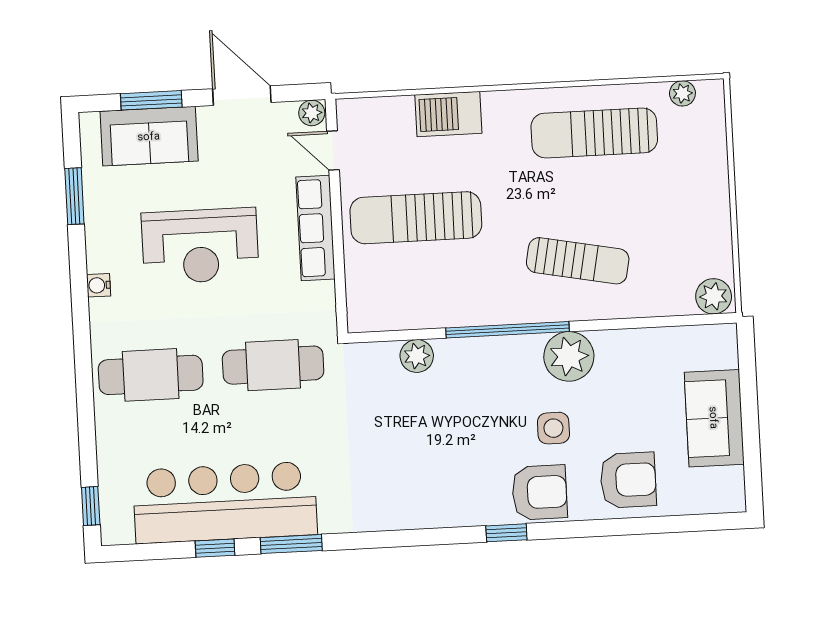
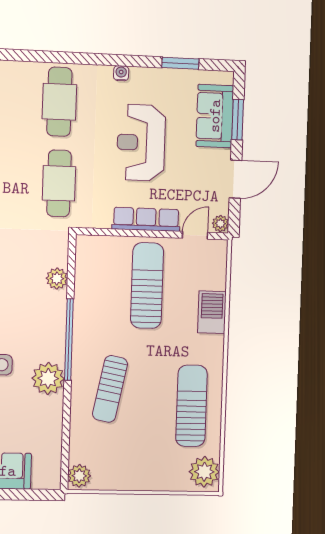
plant: (682, 93) -> (204, 472), width x1.88, depth x1.88

